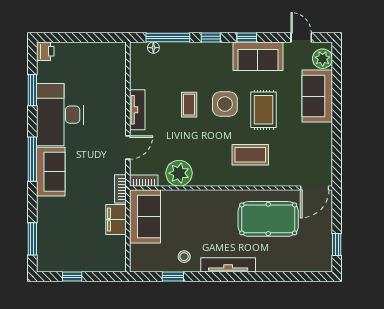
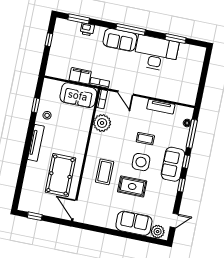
printer: (45, 51) -> (87, 29), moved
sofa: (258, 56) -> (173, 164), moved
tv unit: (137, 110) -> (161, 107), moved

